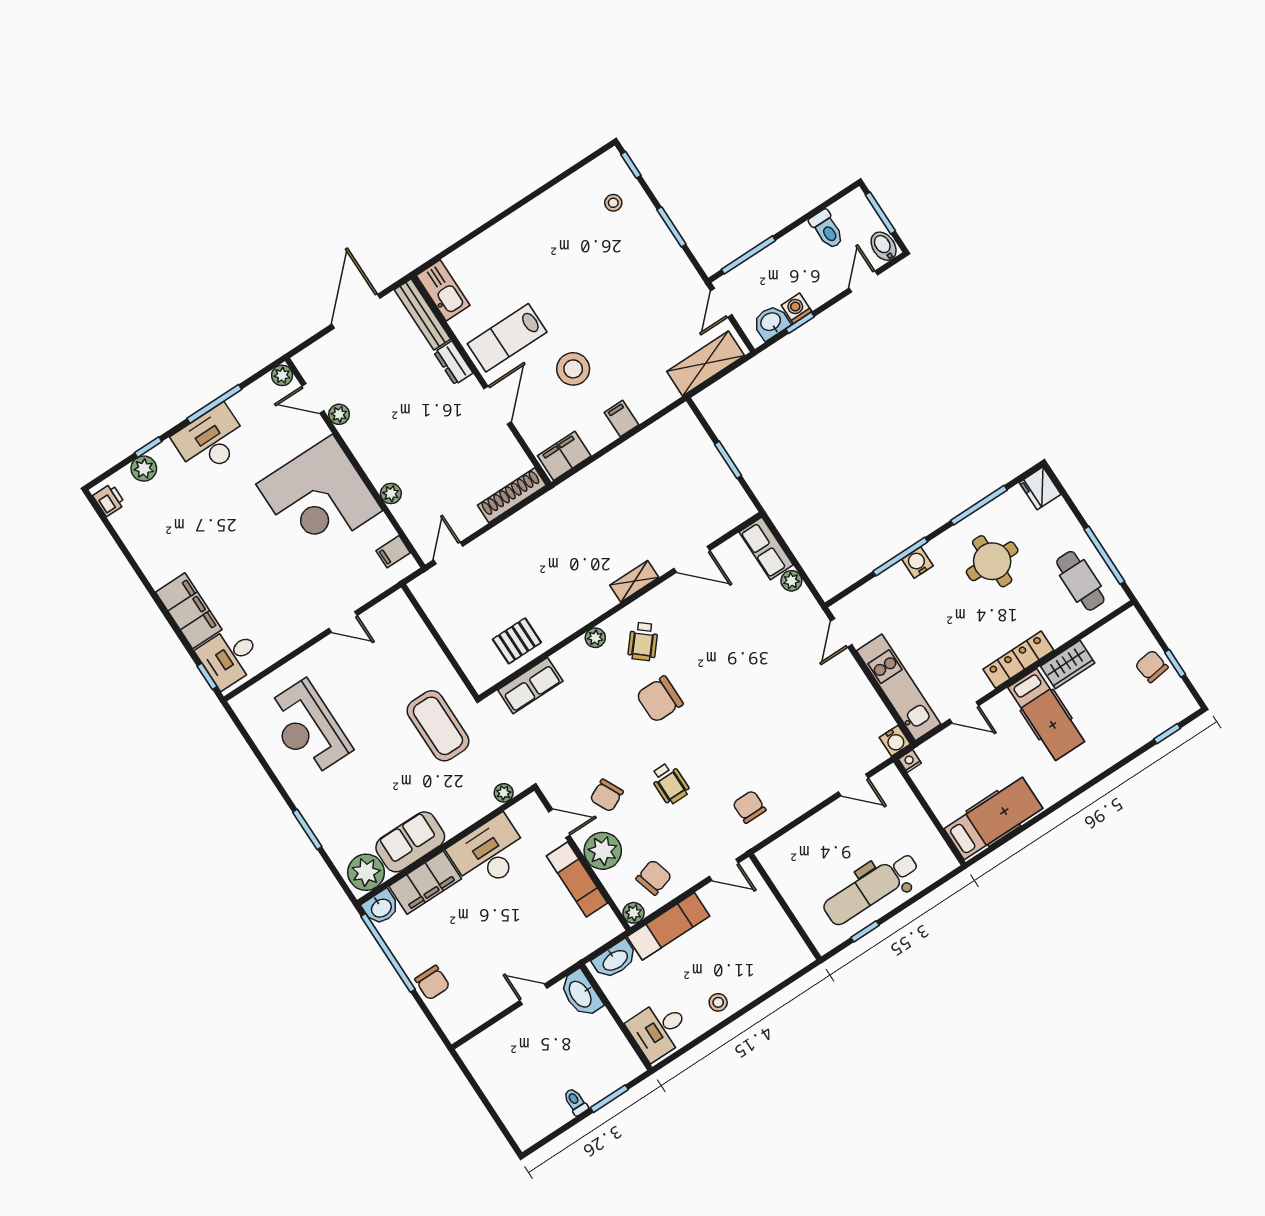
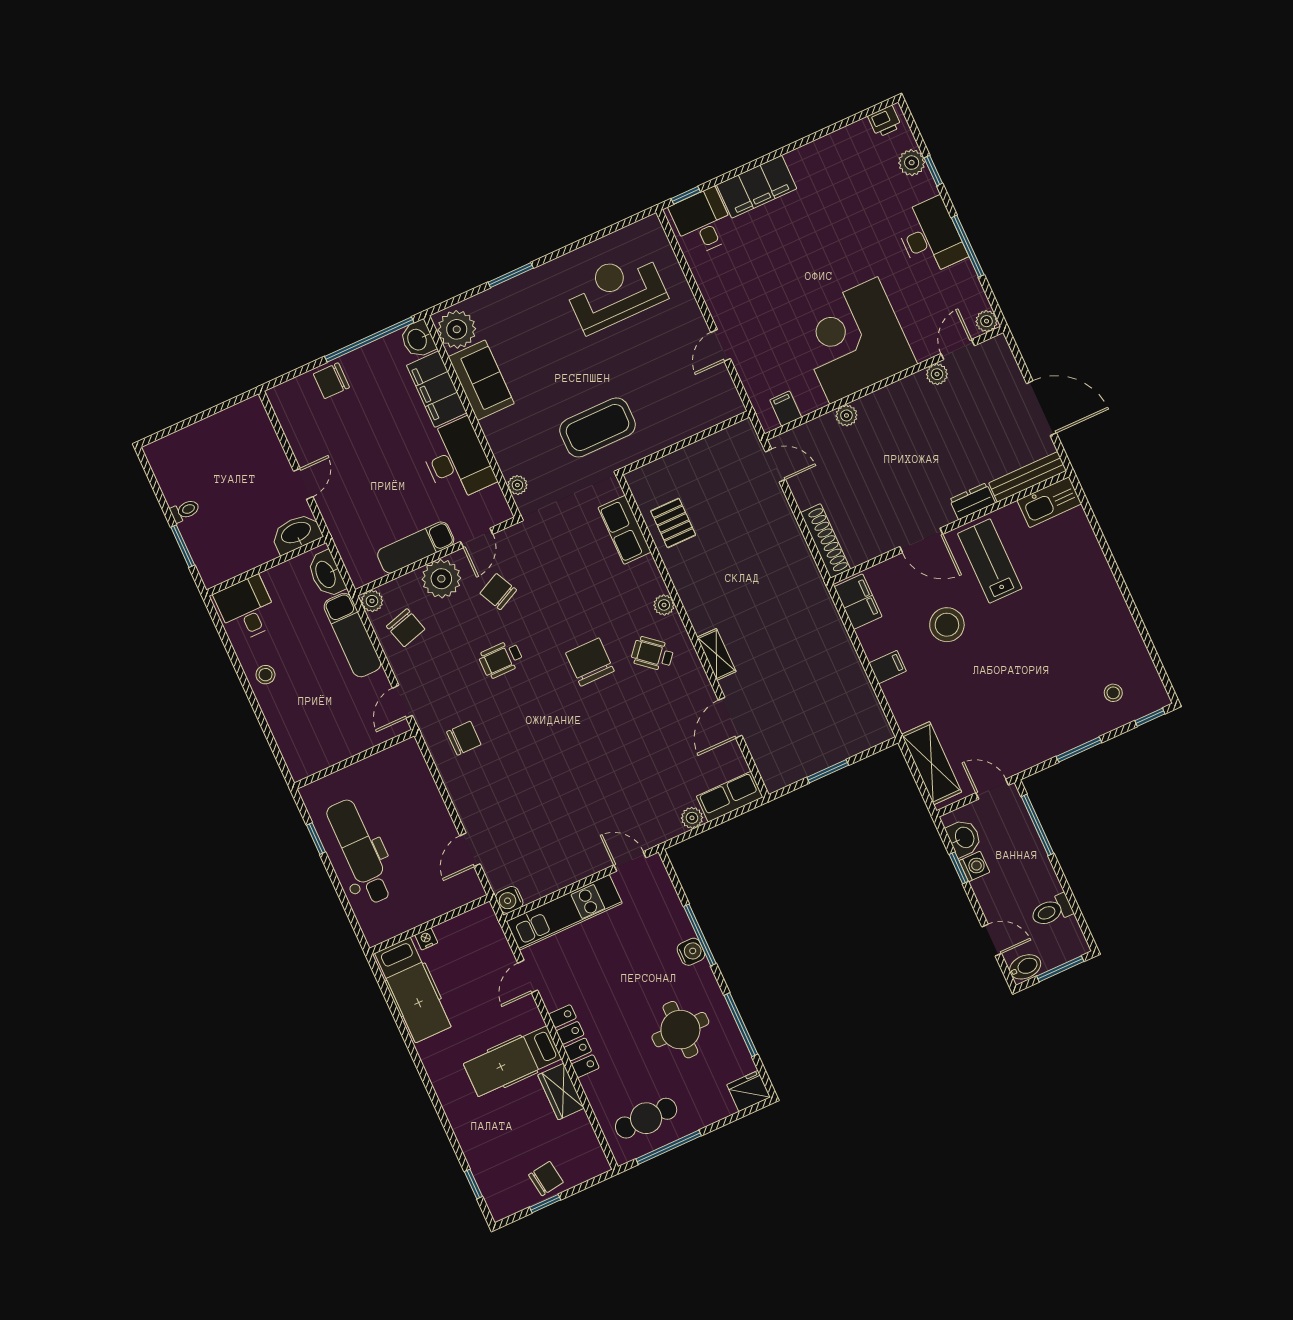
nightstand: (910, 761) -> (426, 939), moved, turned -90

